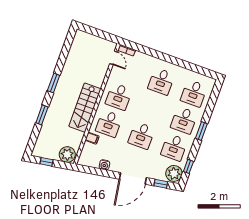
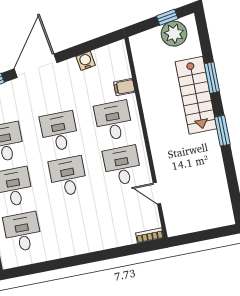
door: (114, 58) -> (157, 193), moved
desk: (161, 81) -> (68, 176), moved
stairs: (85, 108) -> (196, 95), moved, turned 180
plant: (67, 155) -> (174, 34), moved

